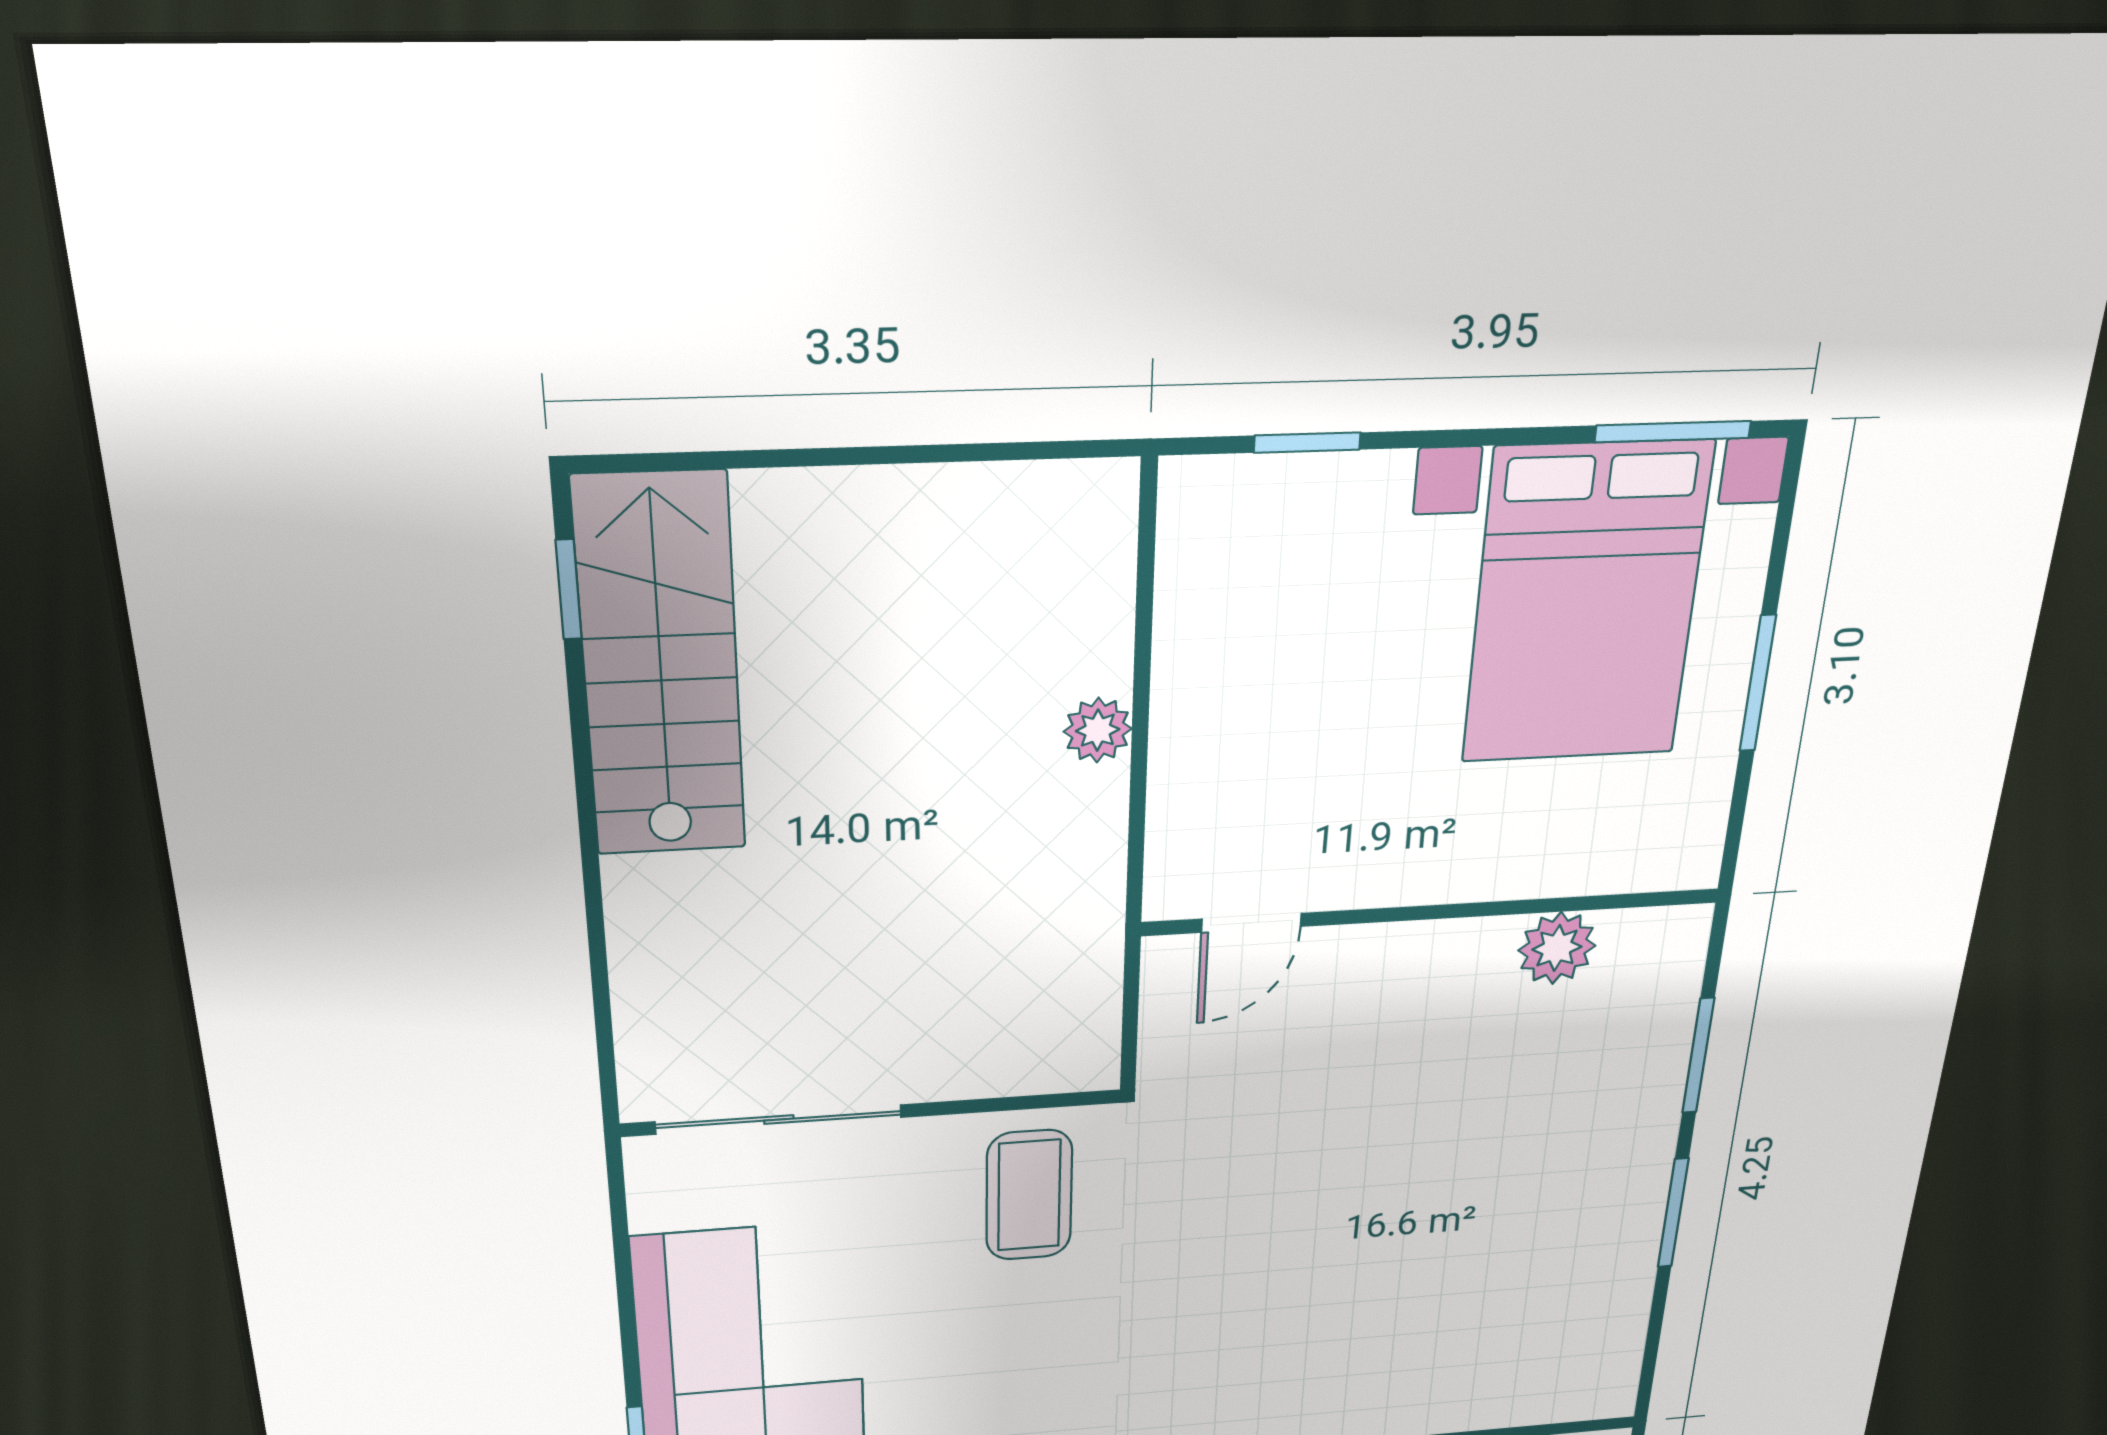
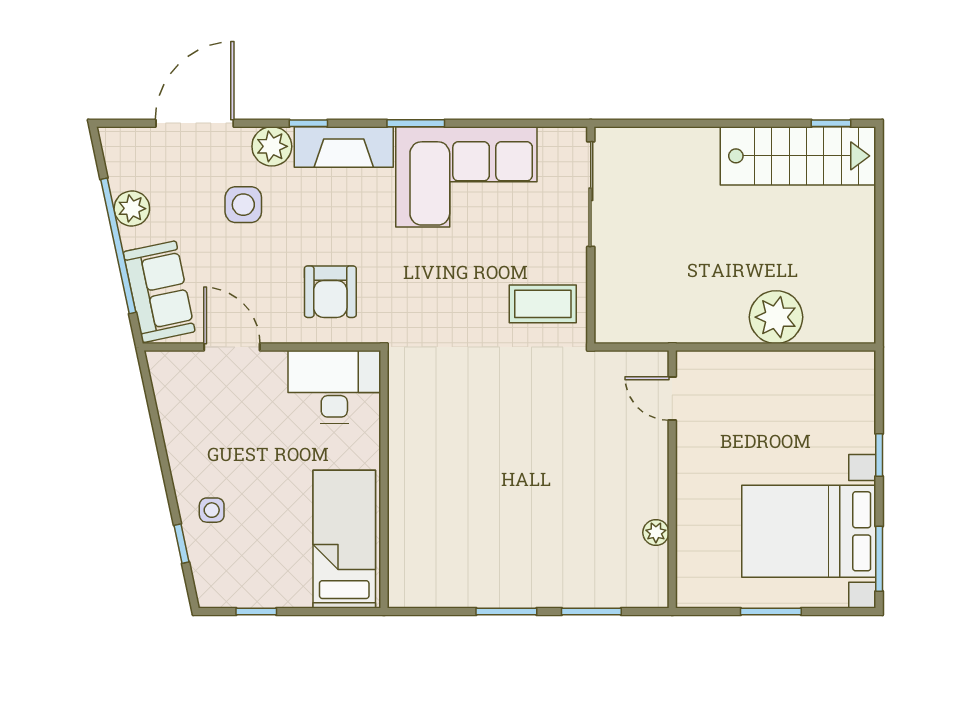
window: (1307, 443) -> (879, 455), moved
plant: (1098, 730) -> (776, 317), width x1.88, depth x1.88
plant: (1557, 948) -> (656, 533), width x0.73, depth x0.73

